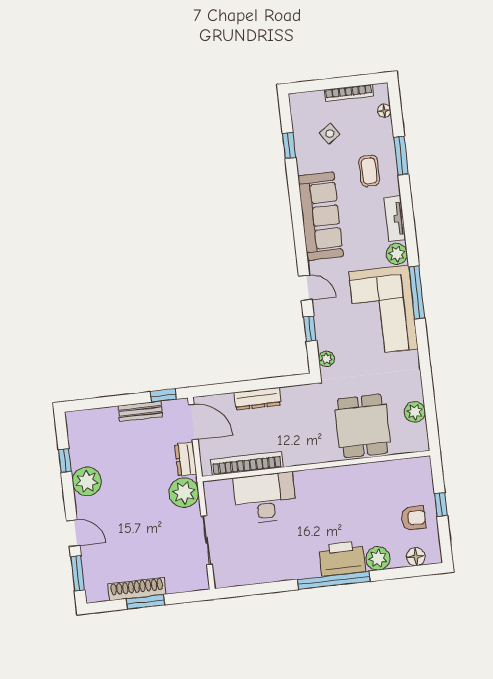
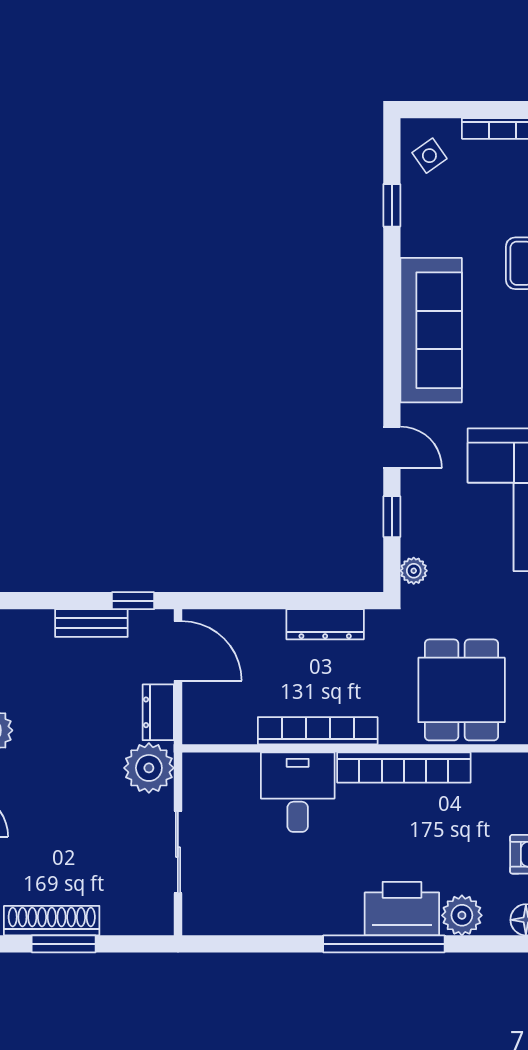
side table: (330, 134) -> (429, 156), moved
dresser: (258, 399) -> (325, 624), moved
bookcase: (247, 463) -> (318, 731), moved
bookcase: (334, 475) -> (404, 768), added
desk: (265, 498) -> (298, 792), width x0.73

